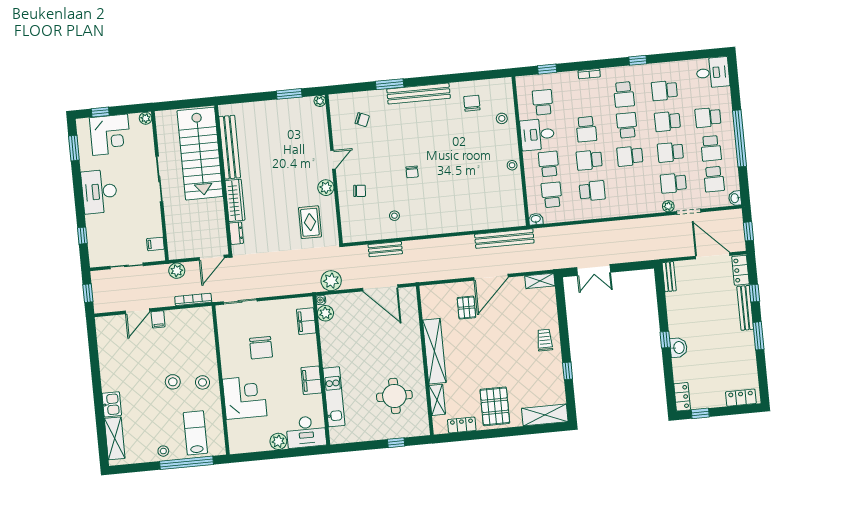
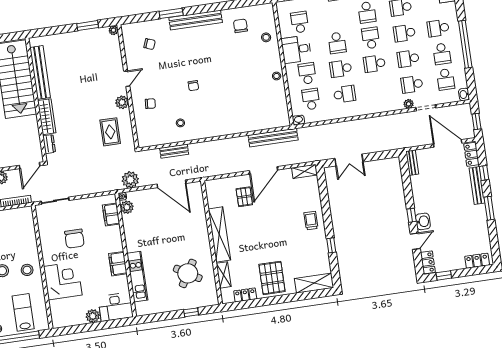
door: (668, 371) -> (415, 241), added
round table: (394, 396) -> (188, 273), turned 31

